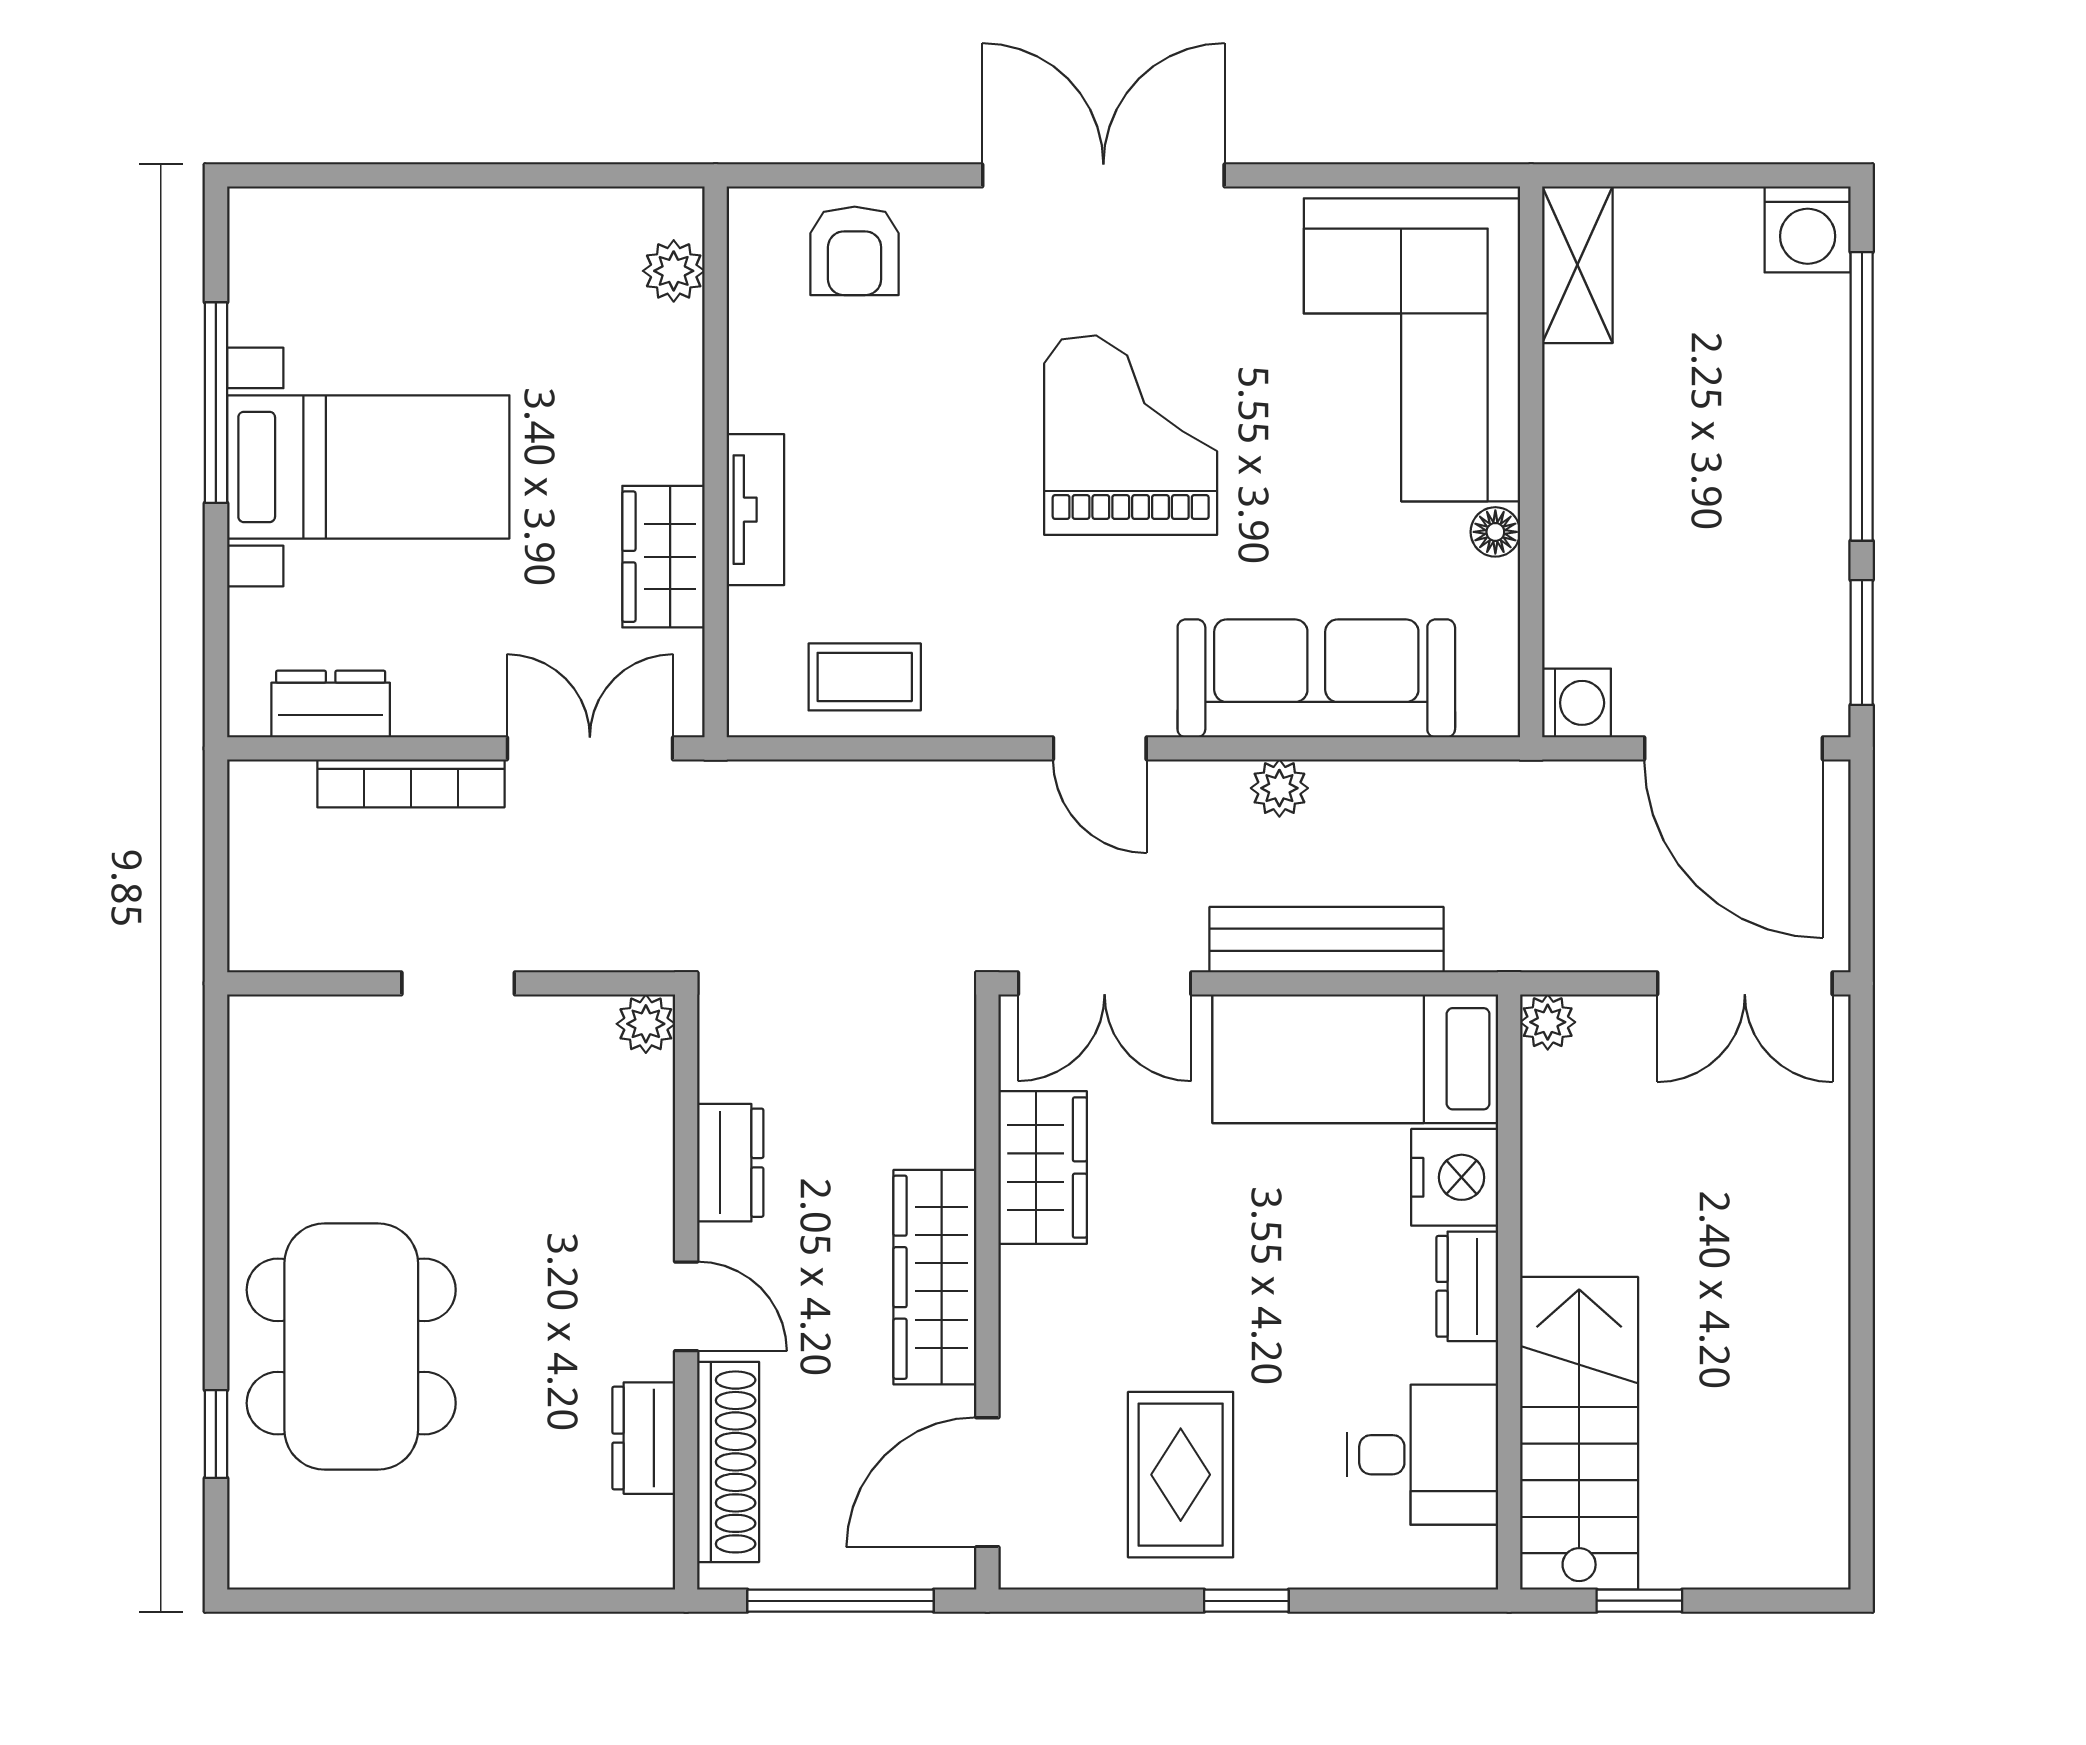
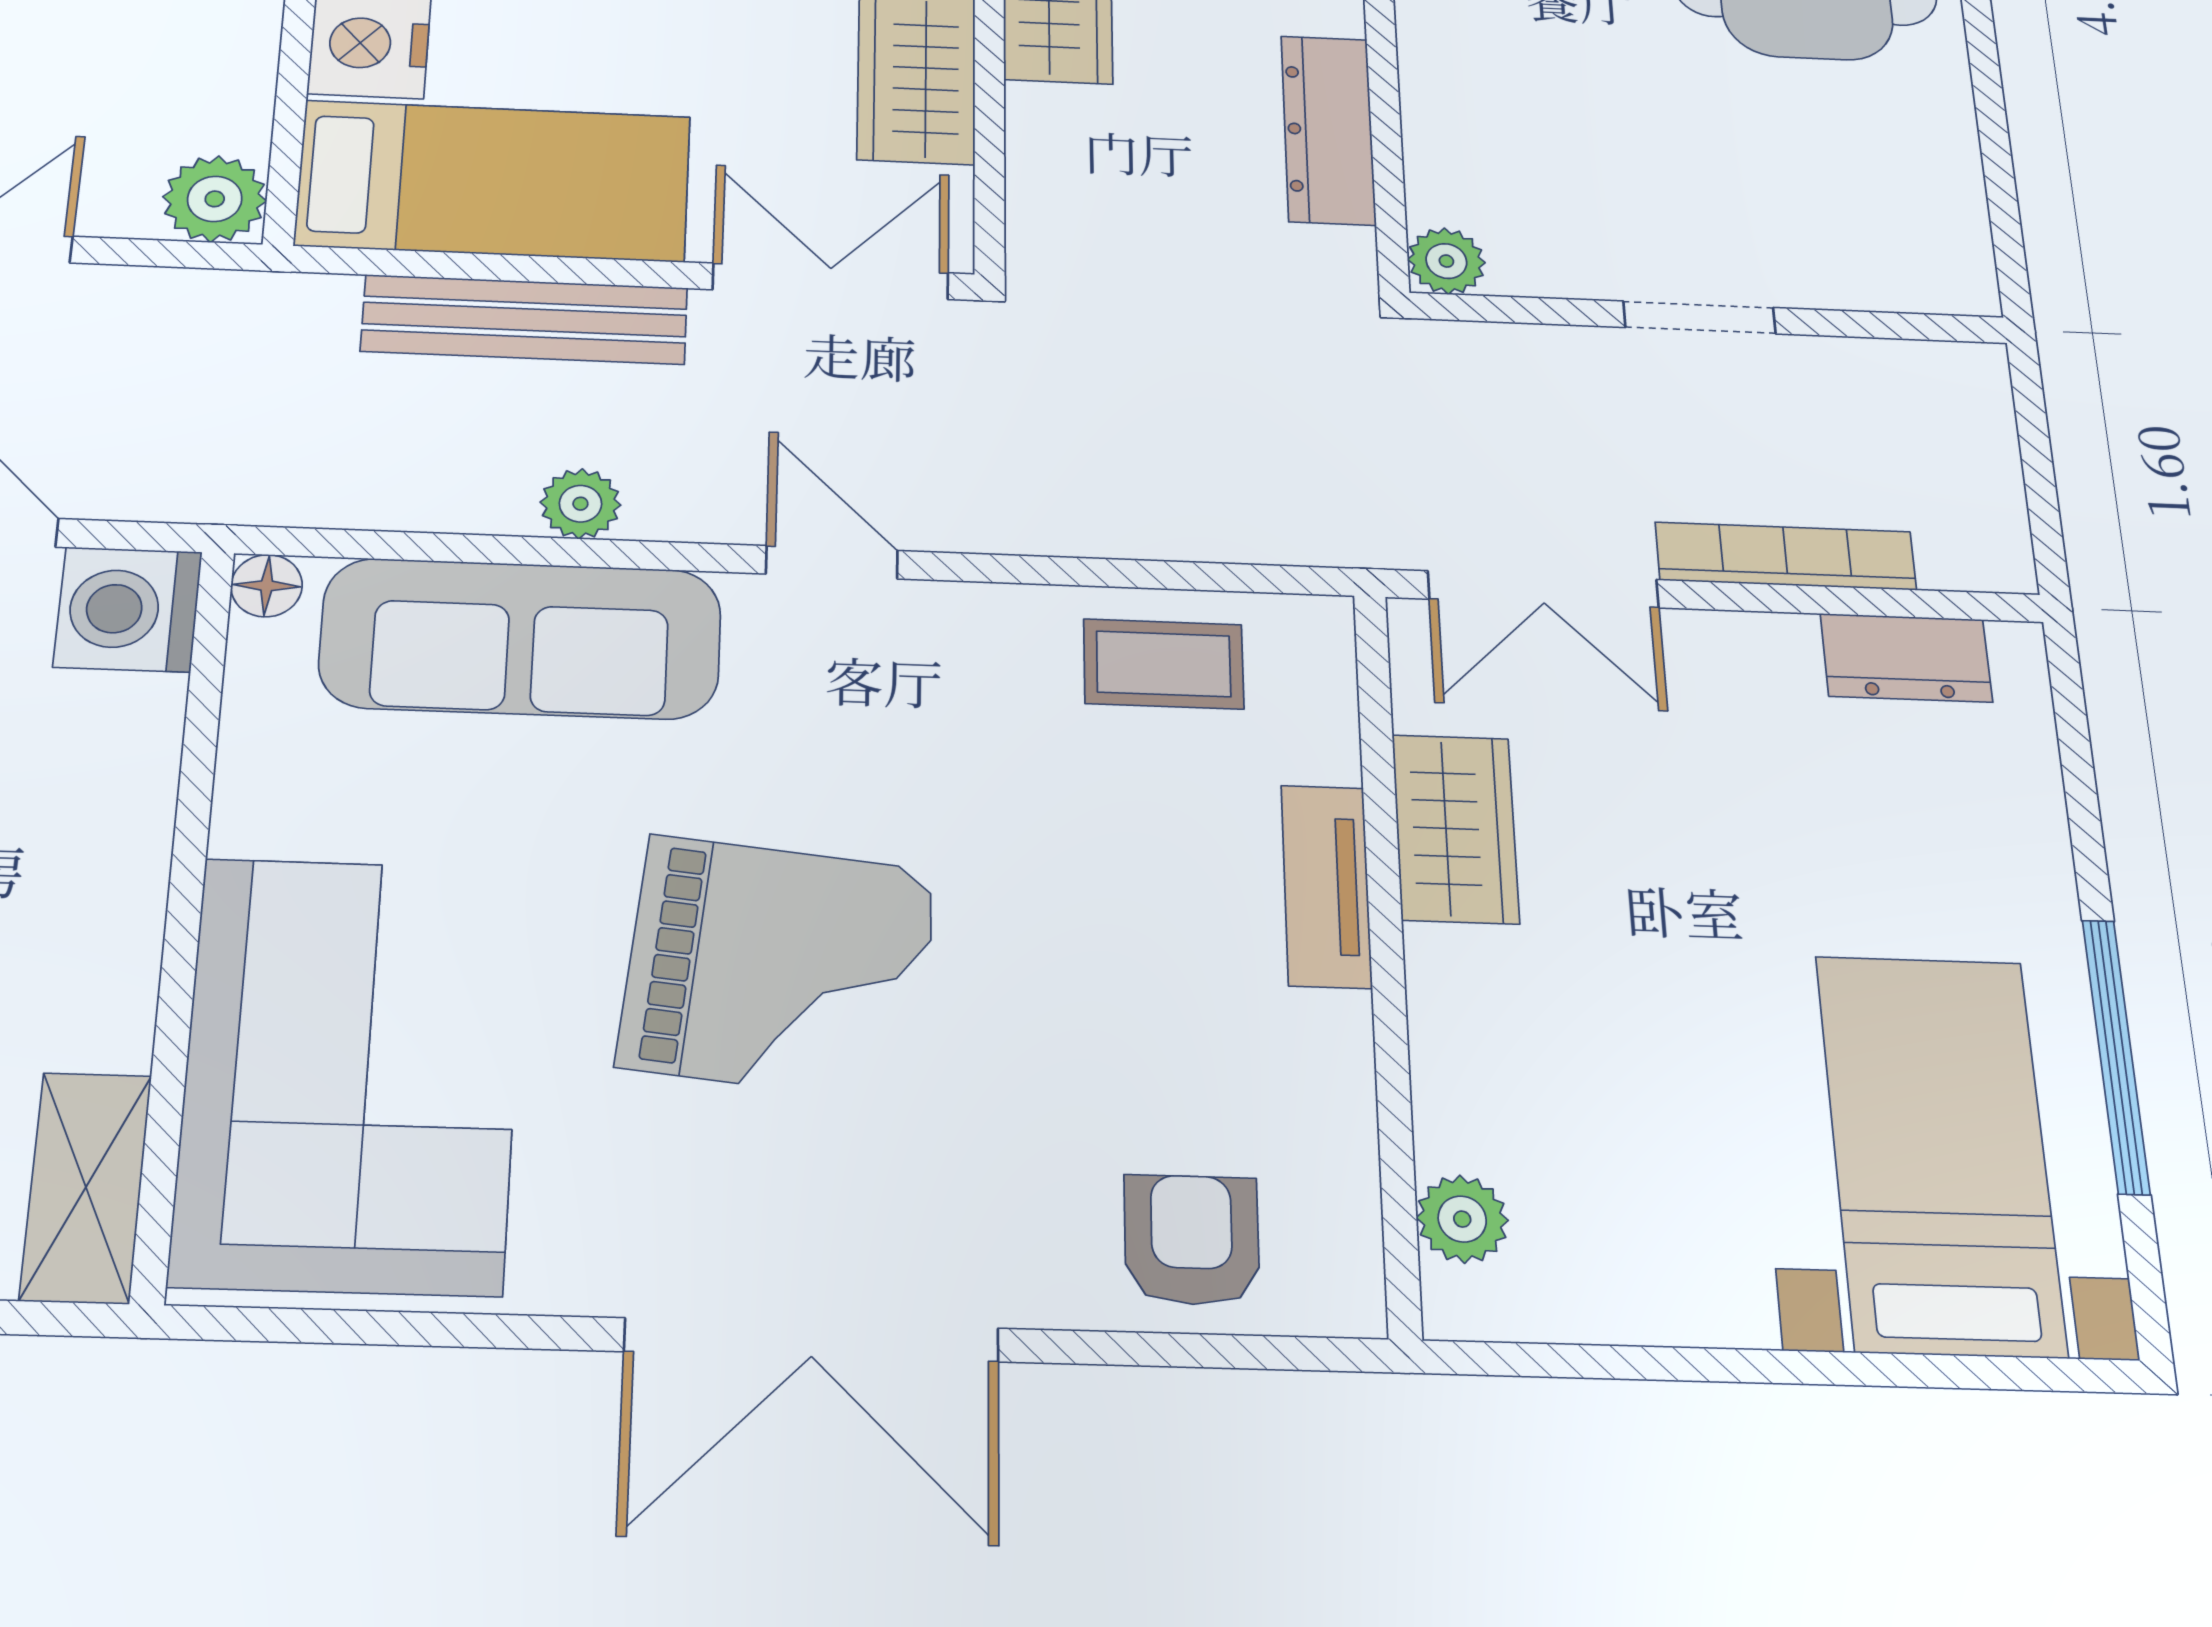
grand piano: (1131, 435) -> (779, 968), turned -84
bed with nightstands: (368, 467) -> (1940, 1153), moved, turned 90
floor lamp: (1495, 532) -> (267, 586), moved
washing machine: (1577, 703) -> (128, 609), width x1.38, depth x1.38
plant: (1548, 1022) -> (215, 199), width x1.38, depth x1.38
dresser: (730, 1163) -> (1328, 130), width x1.44

